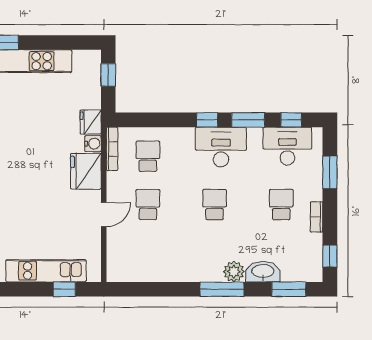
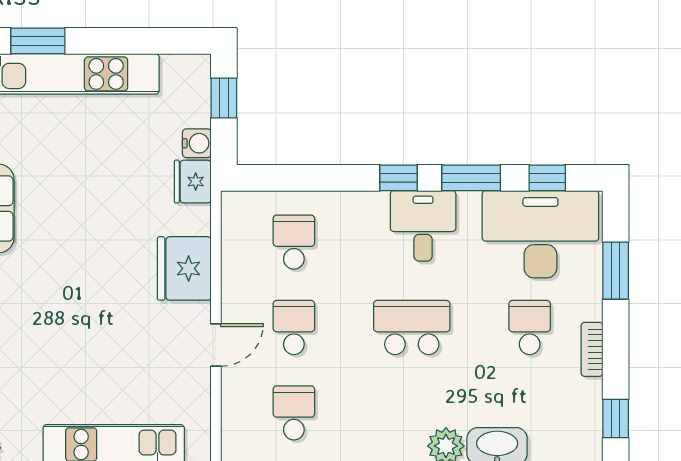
water cooler: (93, 144) -> (197, 143), moved
desk: (287, 146) -> (540, 234), width x1.36, depth x1.30
desk: (221, 147) -> (423, 226), width x0.73
bookcase: (112, 149) -> (231, 229), removed
school desk: (215, 205) -> (412, 327), width x1.85
school desk: (148, 253) -> (294, 413), added

